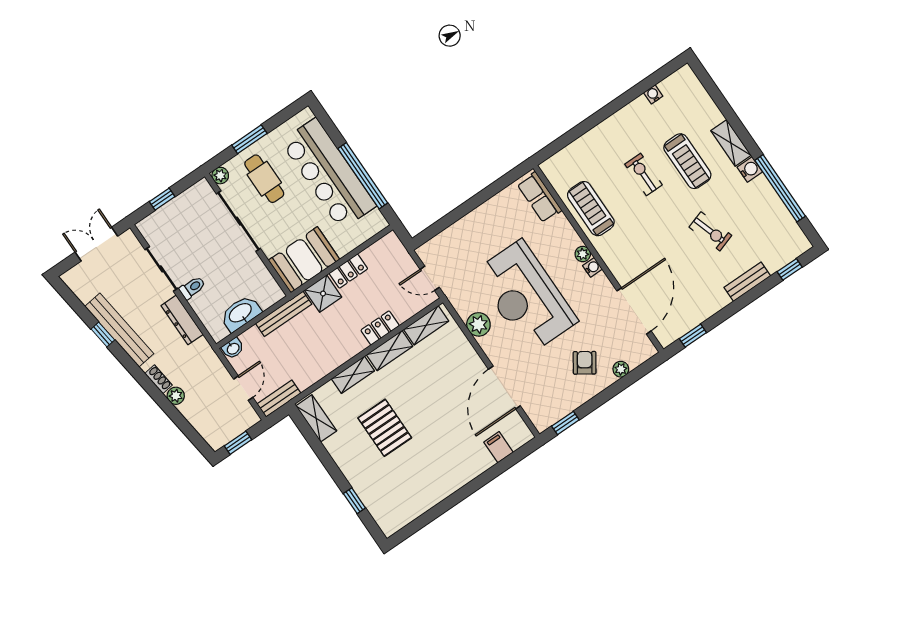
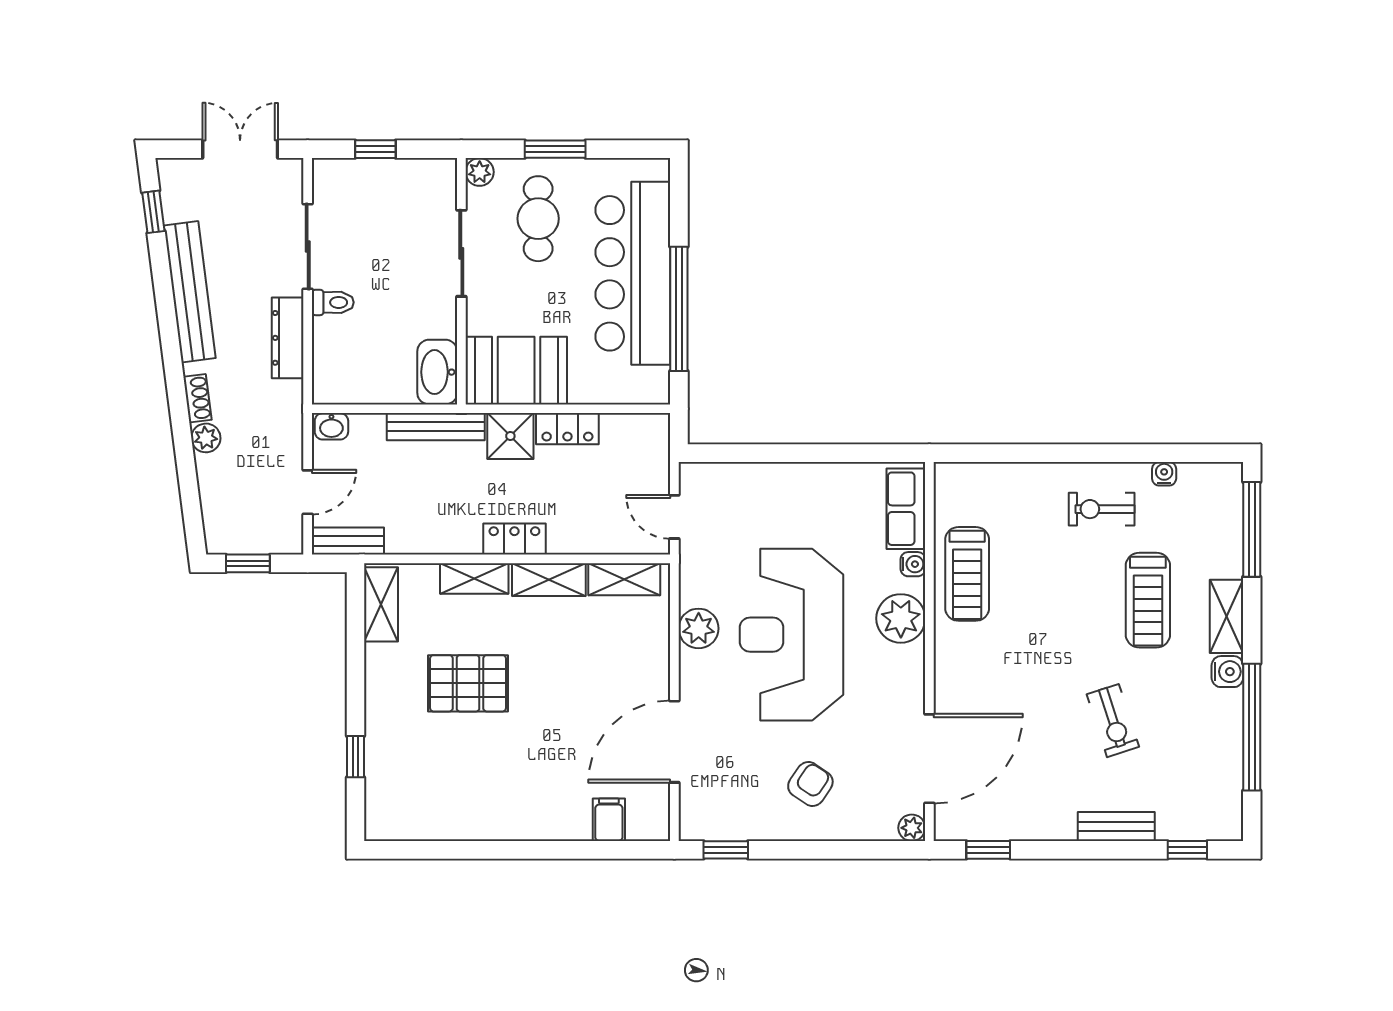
window: (714, 92) -> (1252, 529), added
exercise bike: (643, 174) -> (1102, 509), moved, turned -90
treadmill: (591, 209) -> (967, 574), turned 180
sliding door: (238, 221) -> (461, 253), width x0.73
plant: (583, 254) -> (901, 618), width x1.88, depth x1.88
water cooler: (592, 267) -> (913, 564), moved
washbasin: (241, 313) -> (437, 372), moved, turned -90
locker: (380, 328) -> (514, 539), moved
window: (103, 334) -> (153, 212), moved
plant: (621, 369) -> (912, 828), moved
pallet: (385, 428) -> (468, 683), turned 90

